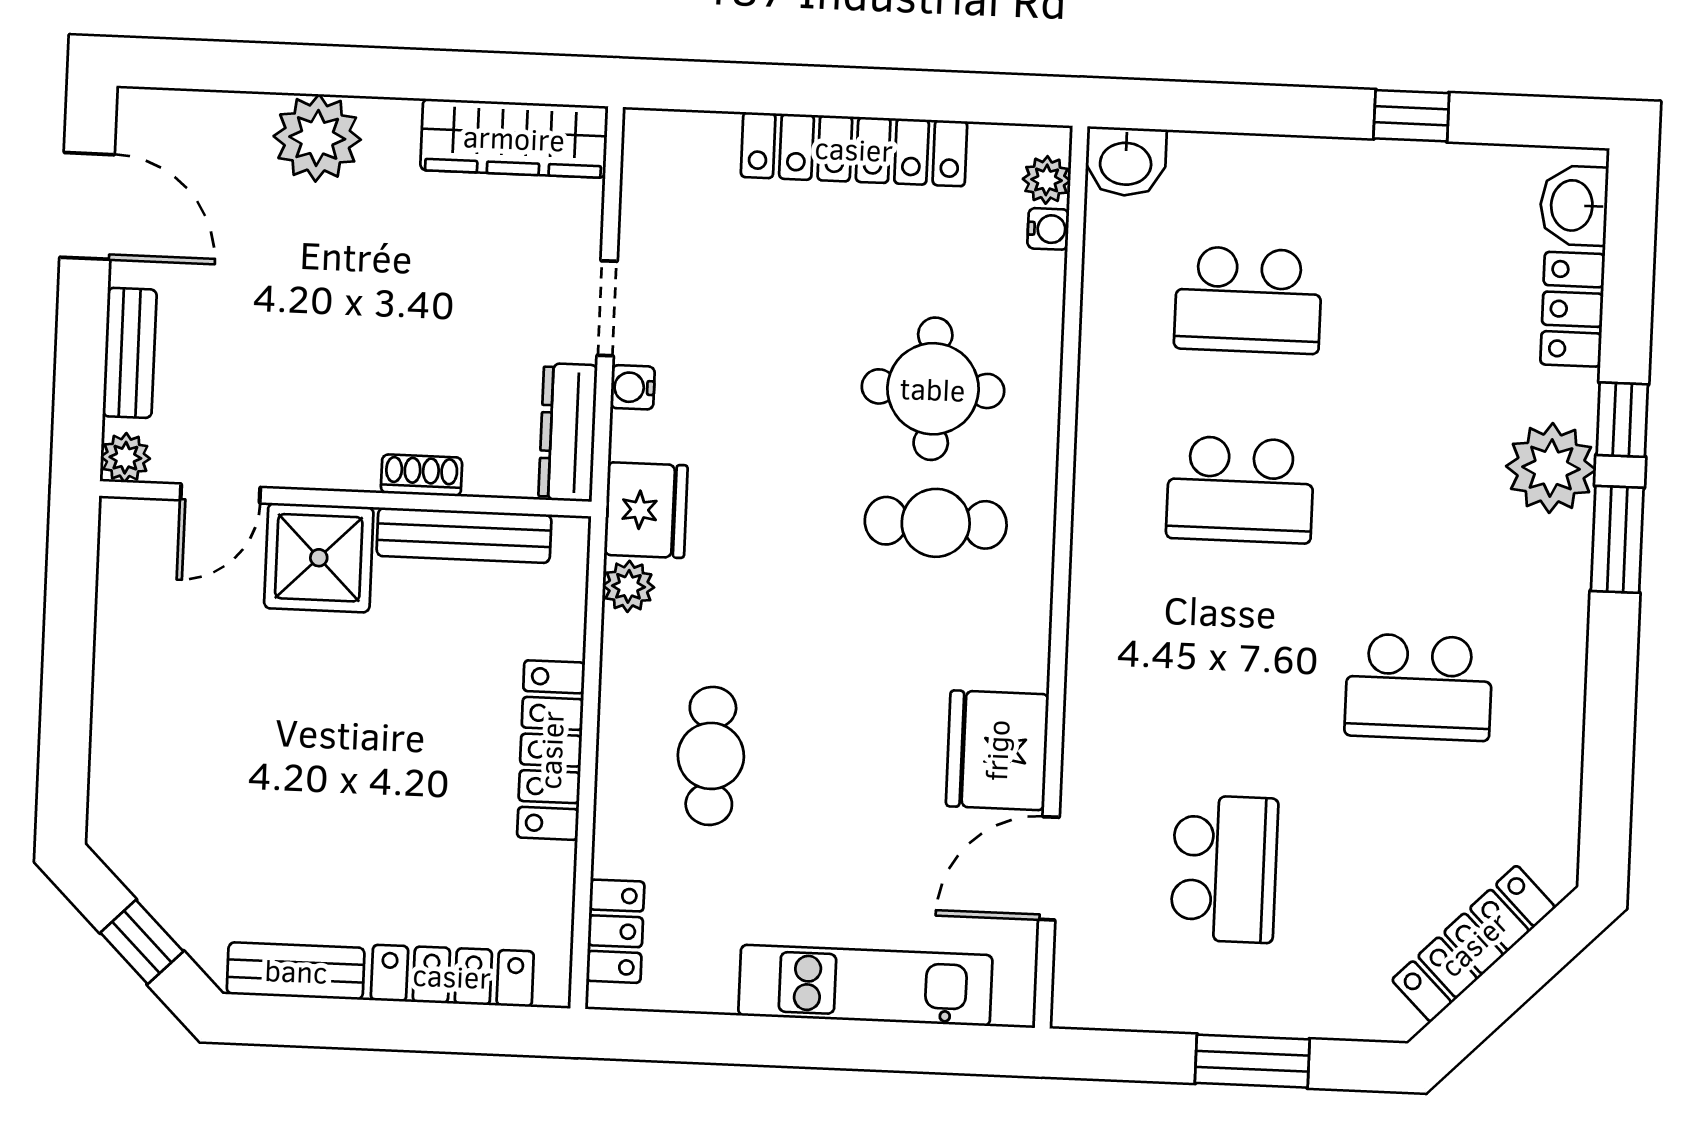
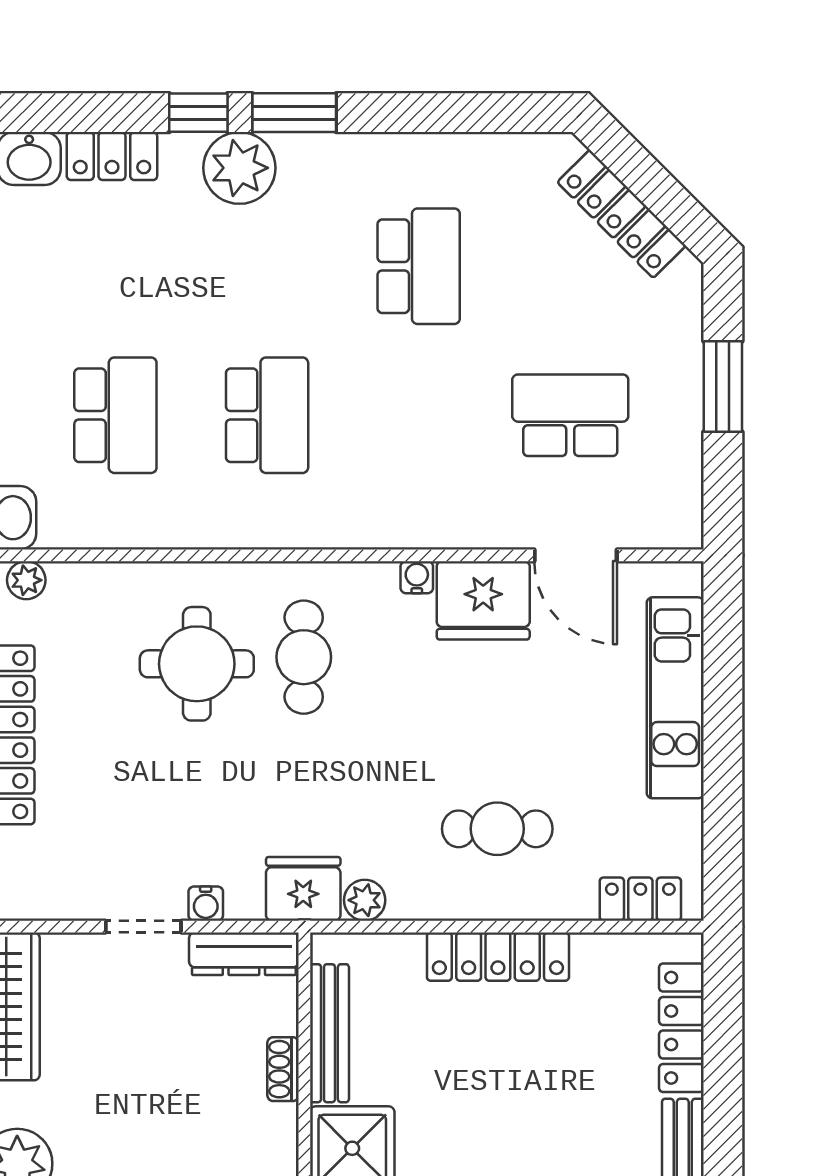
water cooler: (1048, 229) -> (417, 577), moved

